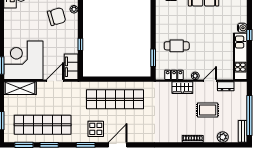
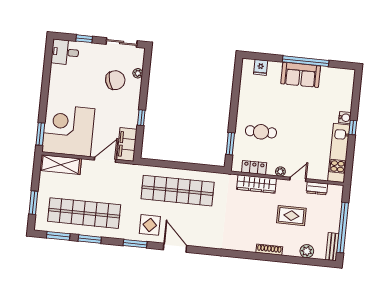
wardrobe: (182, 88) -> (256, 184), width x1.50
door: (118, 145) -> (175, 248), hinge flipped

